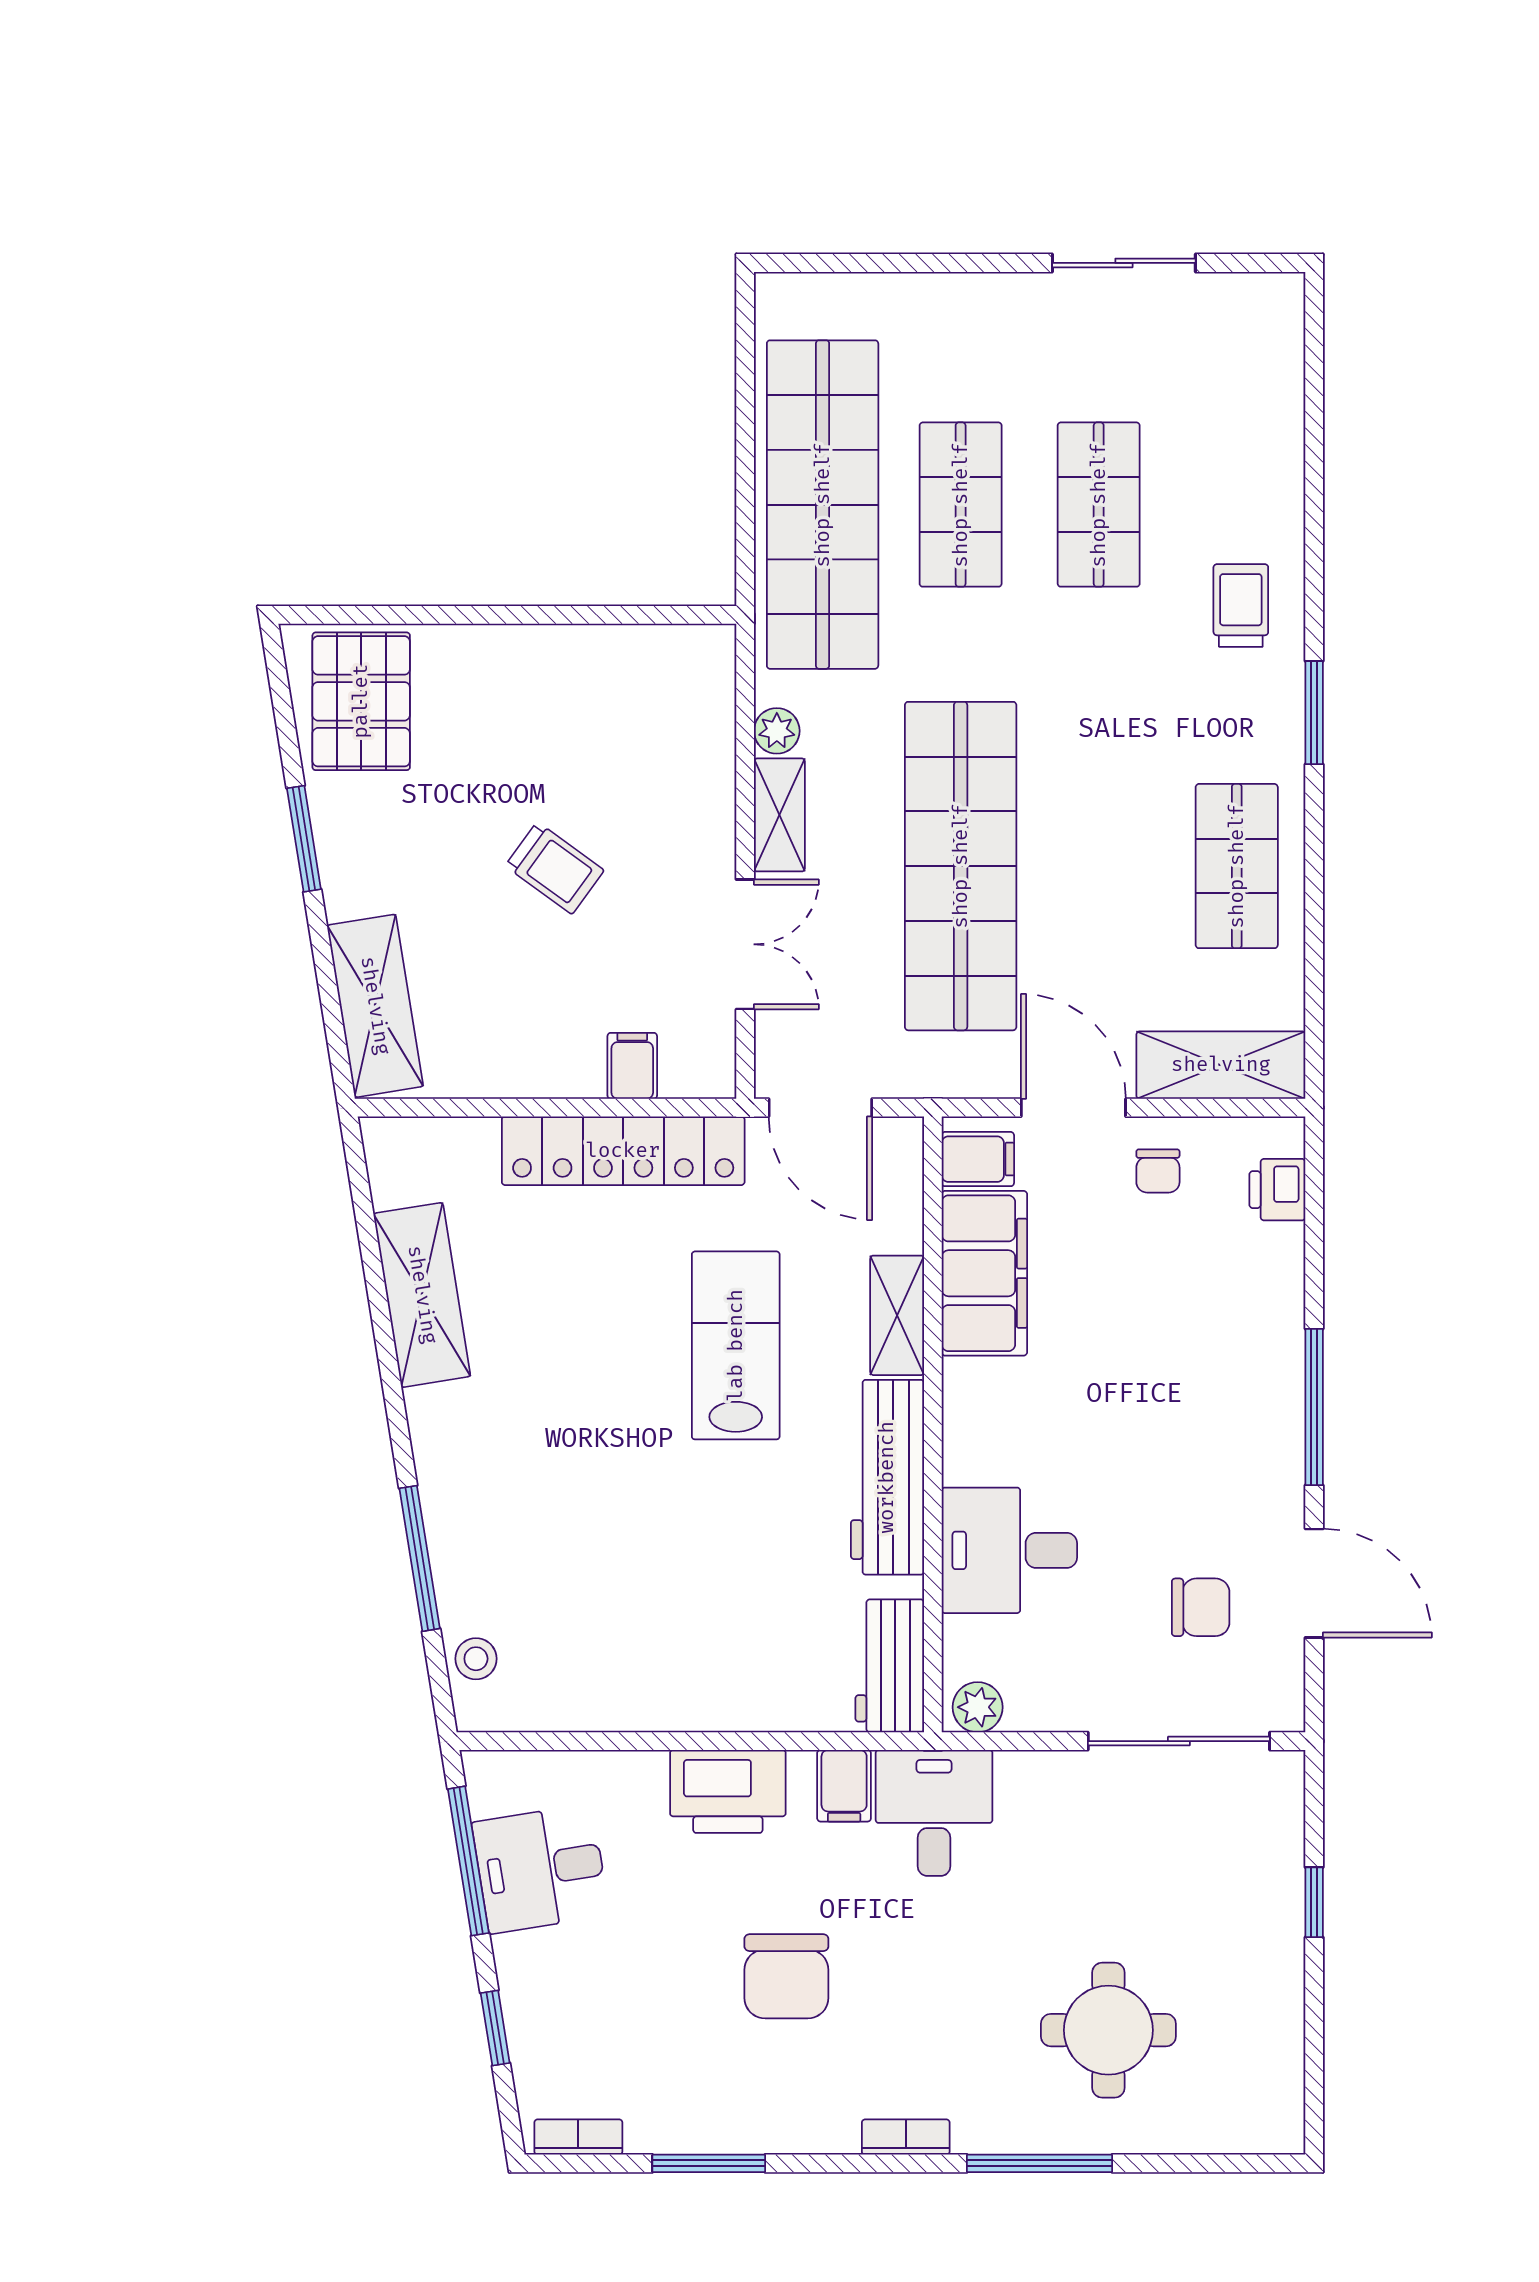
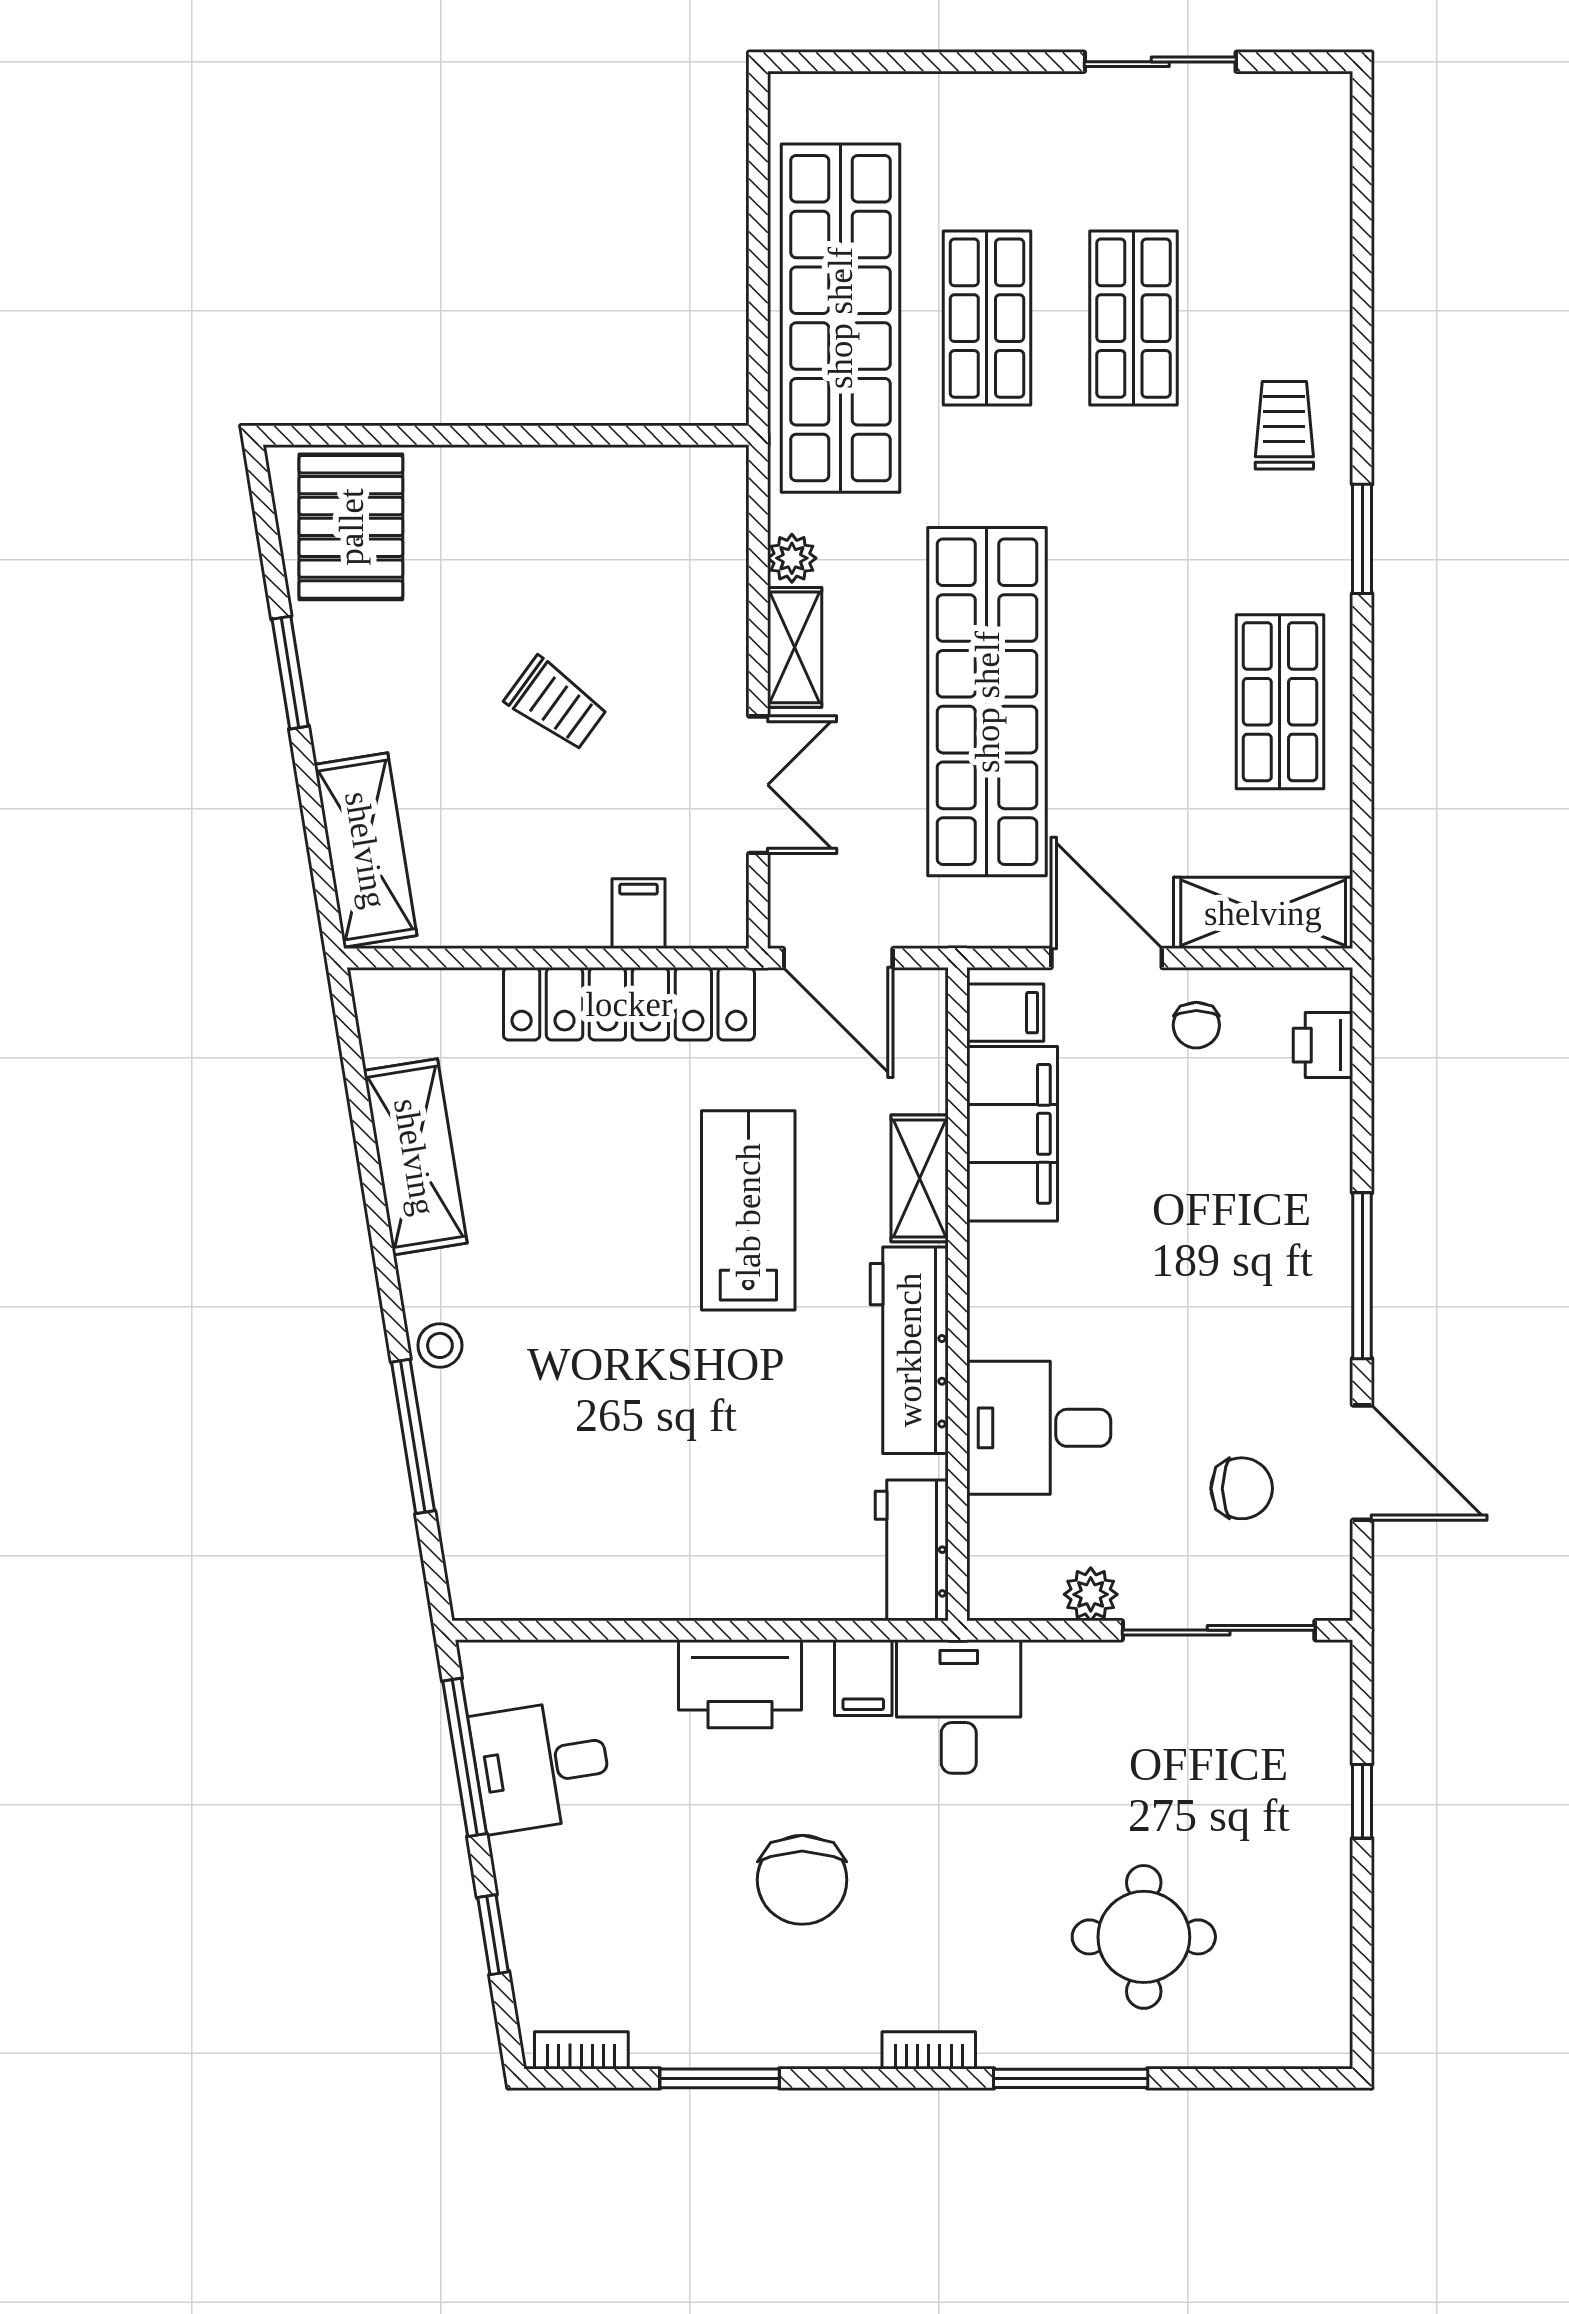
stool: (476, 1659) -> (440, 1345), moved
plant: (978, 1707) -> (1091, 1594), moved

